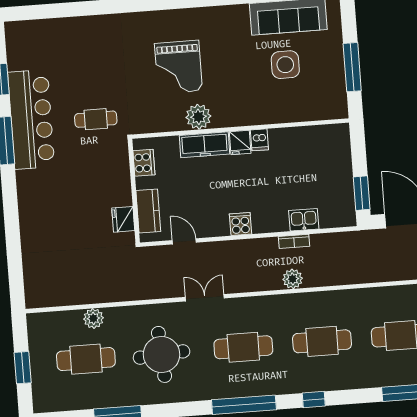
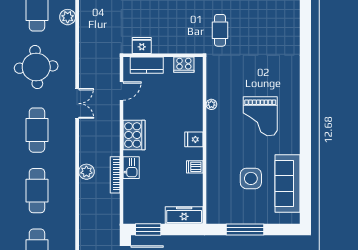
grand piano: (178, 67) -> (260, 116), moved, turned -90
plant: (198, 117) -> (211, 104), width x0.53, depth x0.53
dishwasher: (259, 140) -> (195, 167), moved
freezer: (205, 145) -> (184, 215), moved, turned 90
kitchen sink: (304, 220) -> (131, 168), moved
cooker: (240, 224) -> (134, 135), width x1.87, depth x1.31
bookcase: (294, 241) -> (115, 175), width x1.56

